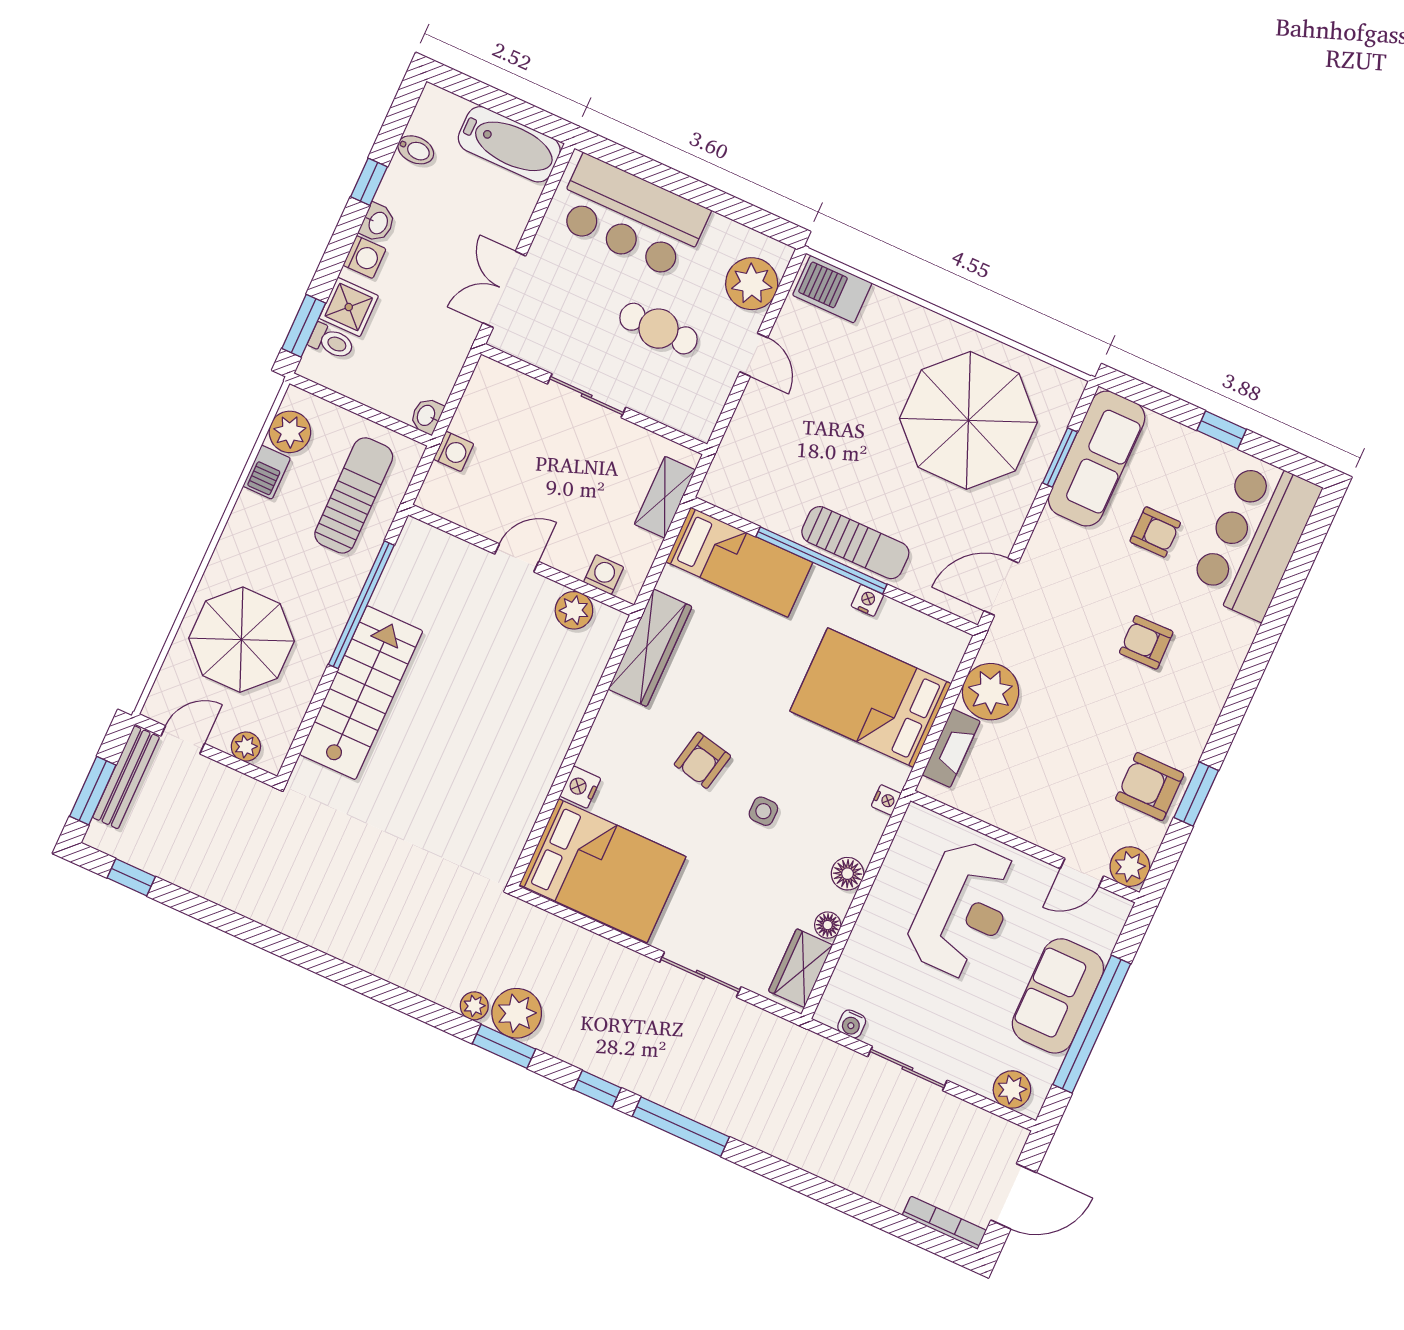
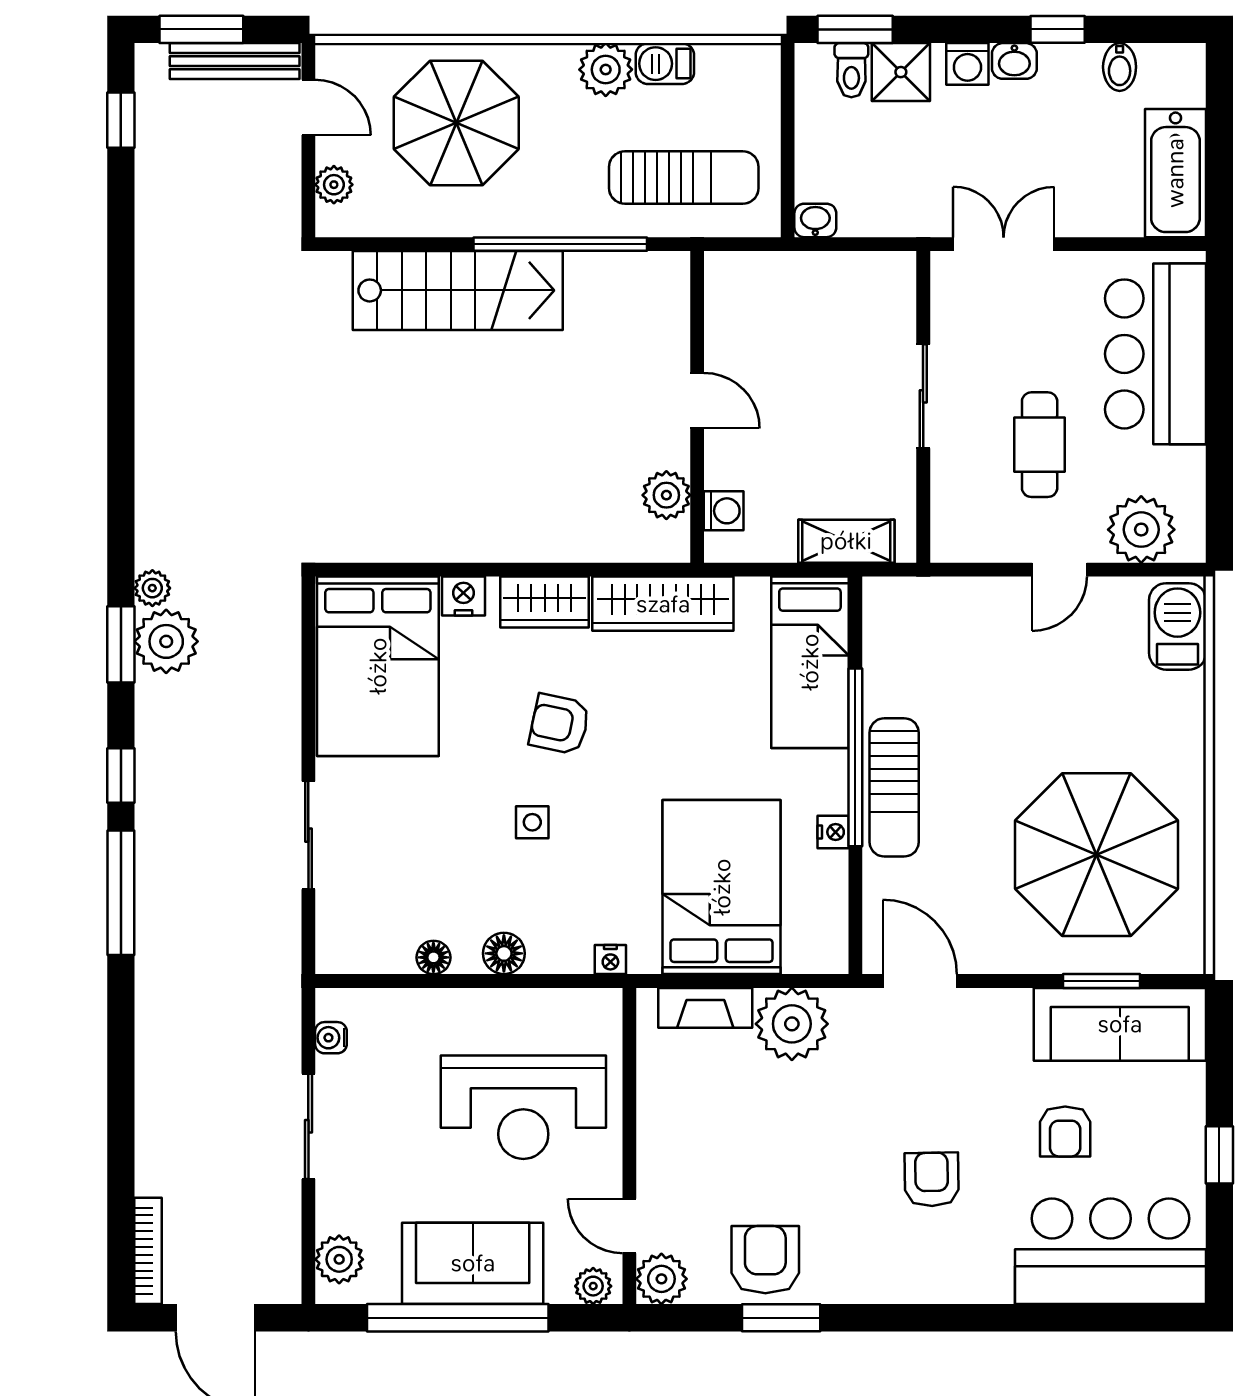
plant: (290, 432) -> (606, 70), moved
washing machine: (454, 451) -> (788, 271), removed
plant: (1113, 918) -> (593, 1286), added
wardrobe: (801, 968) -> (545, 602), moved, turned 180

